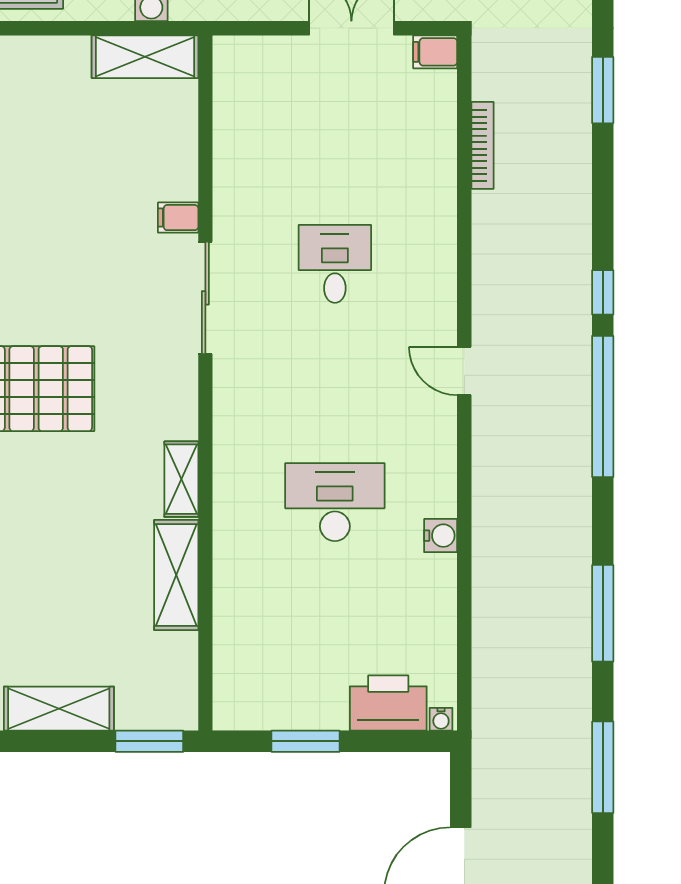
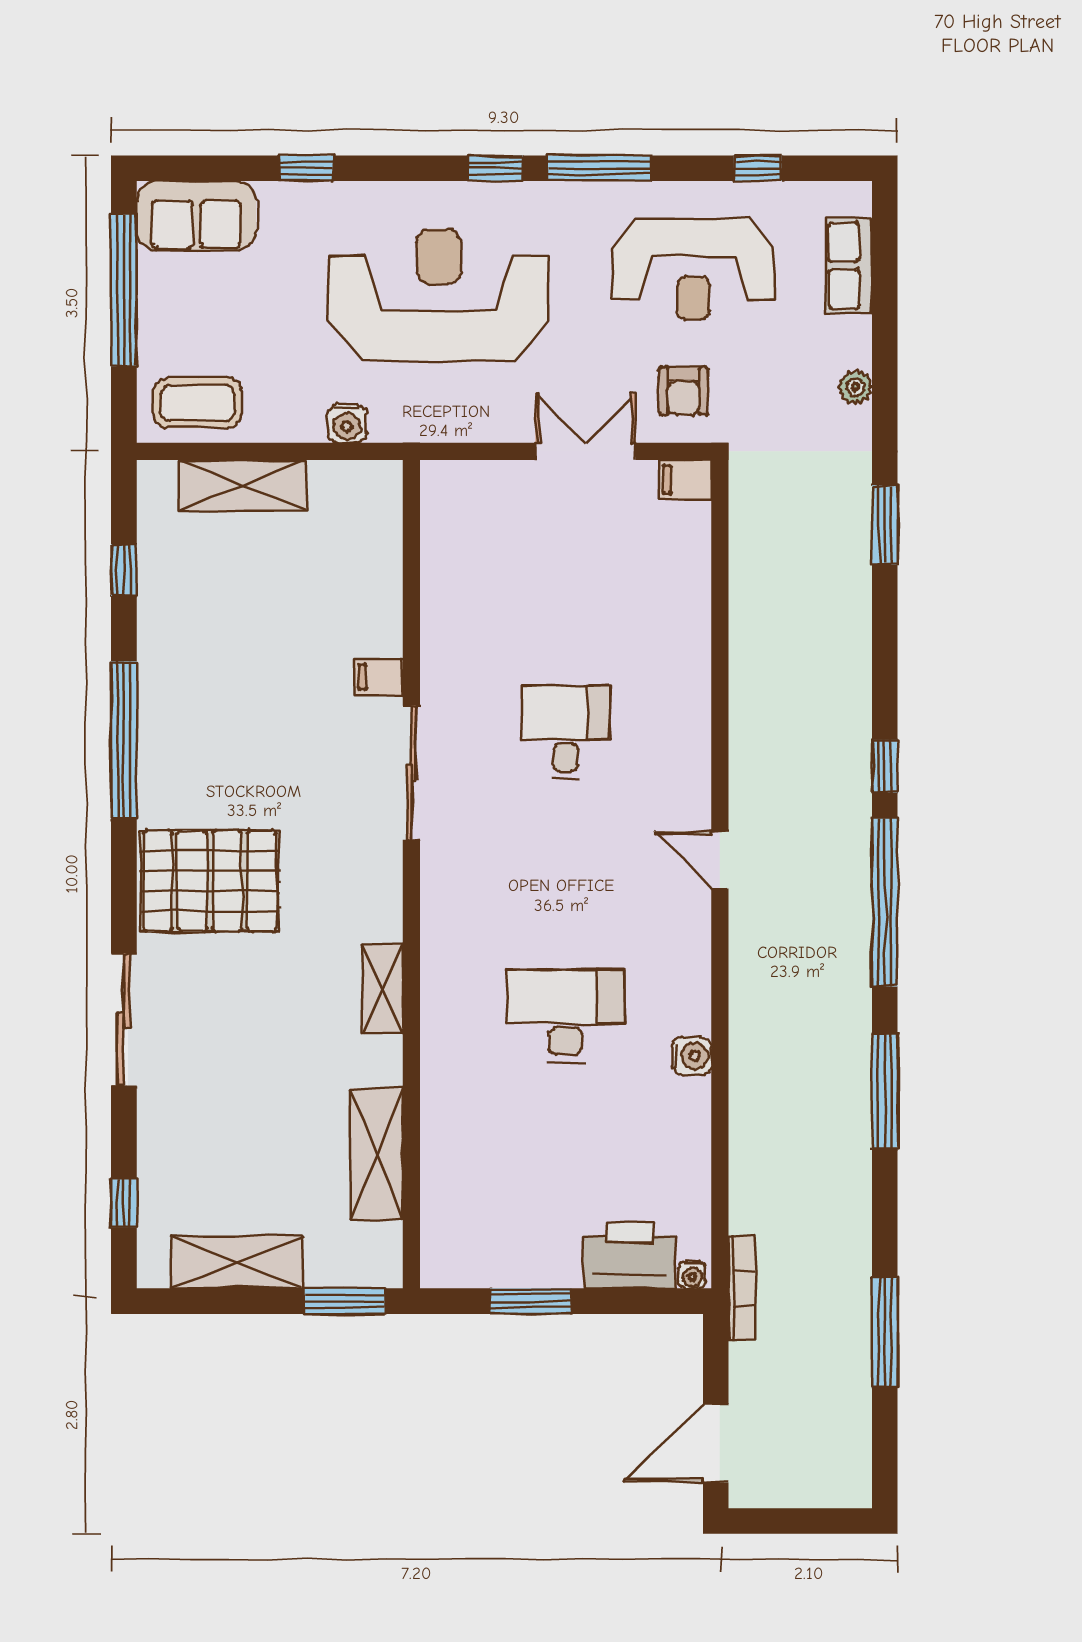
shelving: (145, 57) -> (243, 485), moved
bookcase: (483, 145) -> (742, 1288), moved
shelving: (176, 575) -> (377, 1154), moved
window: (603, 613) -> (885, 1091), moved

